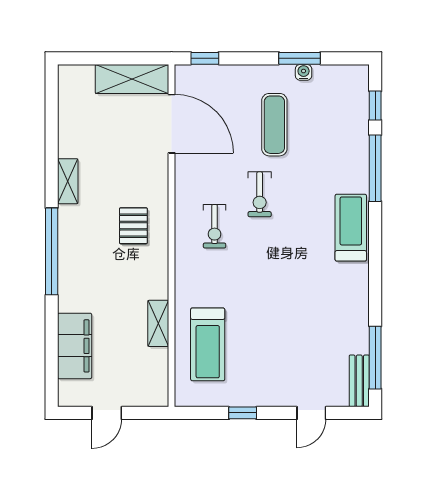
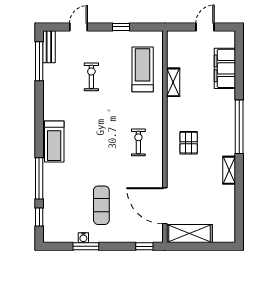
exercise bike: (260, 194) -> (91, 77), moved

